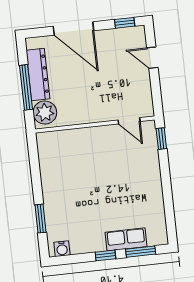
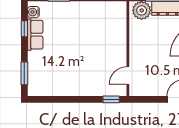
row of seats: (126, 239) -> (35, 35), moved
window: (105, 255) -> (24, 29), moved

